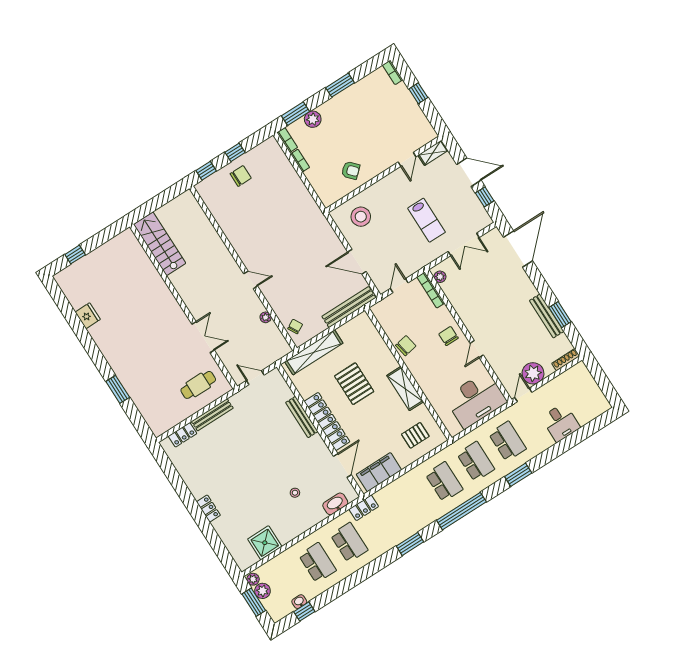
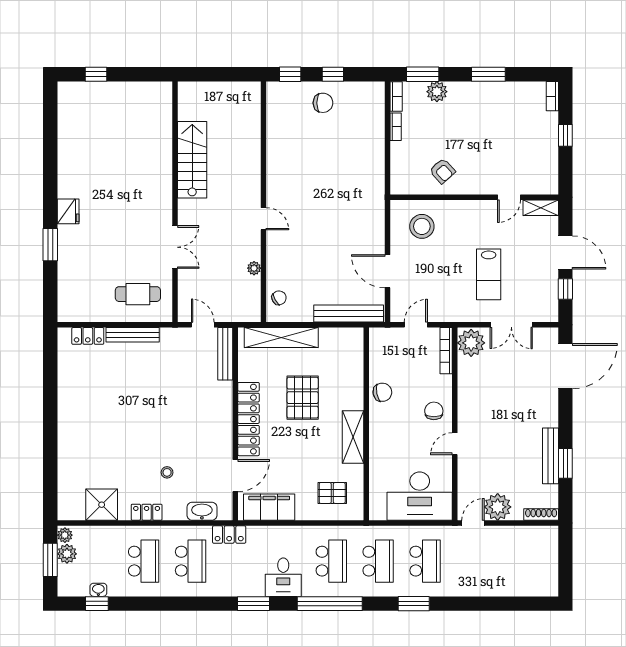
stairs: (160, 244) -> (192, 160), moved
plant: (440, 277) -> (471, 343), width x1.88, depth x1.88
fridge: (88, 316) -> (68, 211), moved
bench: (302, 417) -> (225, 354), moved
desk: (561, 422) -> (283, 577), moved
locker: (208, 509) -> (147, 512), moved, turned -90

